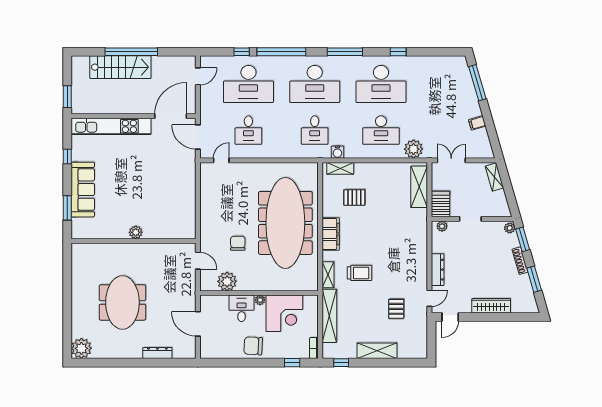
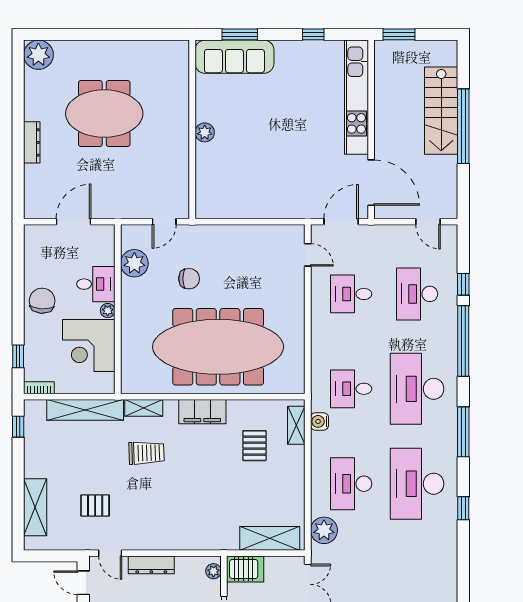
desk: (248, 84) -> (417, 294), width x0.73, depth x0.77
sofa: (83, 190) -> (234, 57), moved
trolley: (359, 273) -> (147, 453), turned -92
shelving: (377, 351) -> (35, 507), moved
dresser: (157, 353) -> (32, 142), moved

